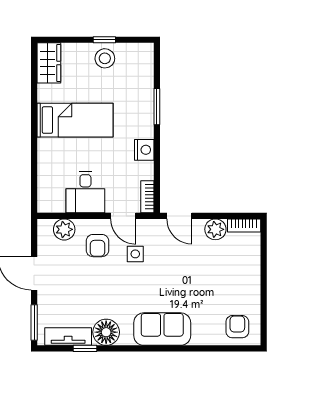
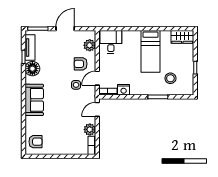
stool: (105, 58) -> (170, 78), moved
nightstand: (144, 150) -> (124, 90), moved
desk: (85, 192) -> (111, 42), moved, turned 90

